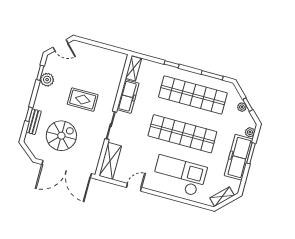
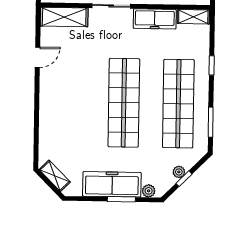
checkout: (179, 176) -> (68, 113), removed
door: (134, 187) -> (37, 57), hinge flipped

